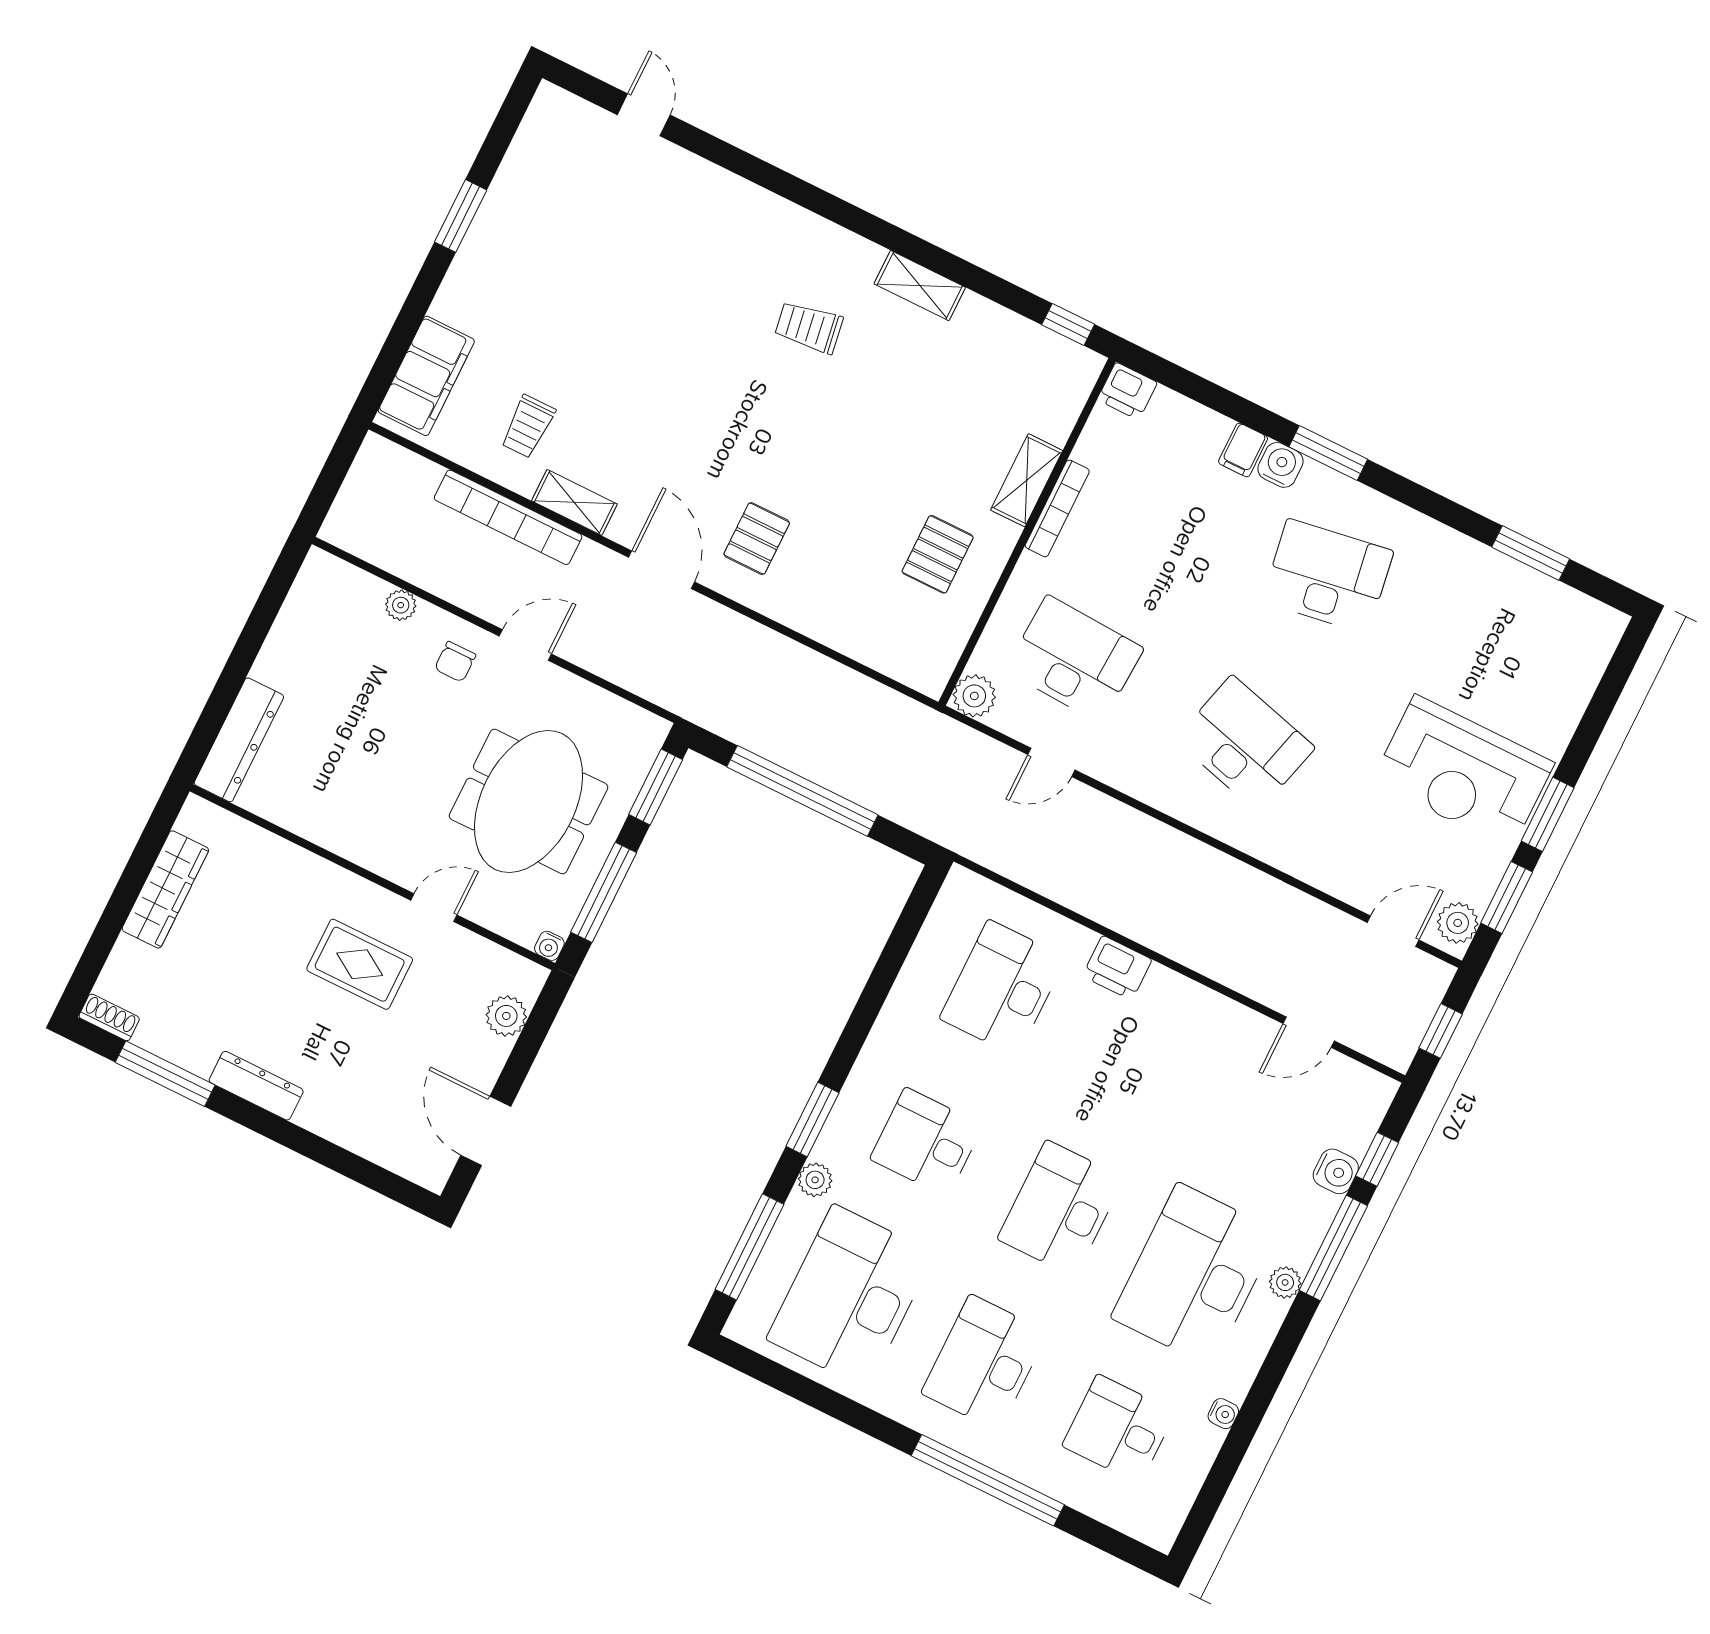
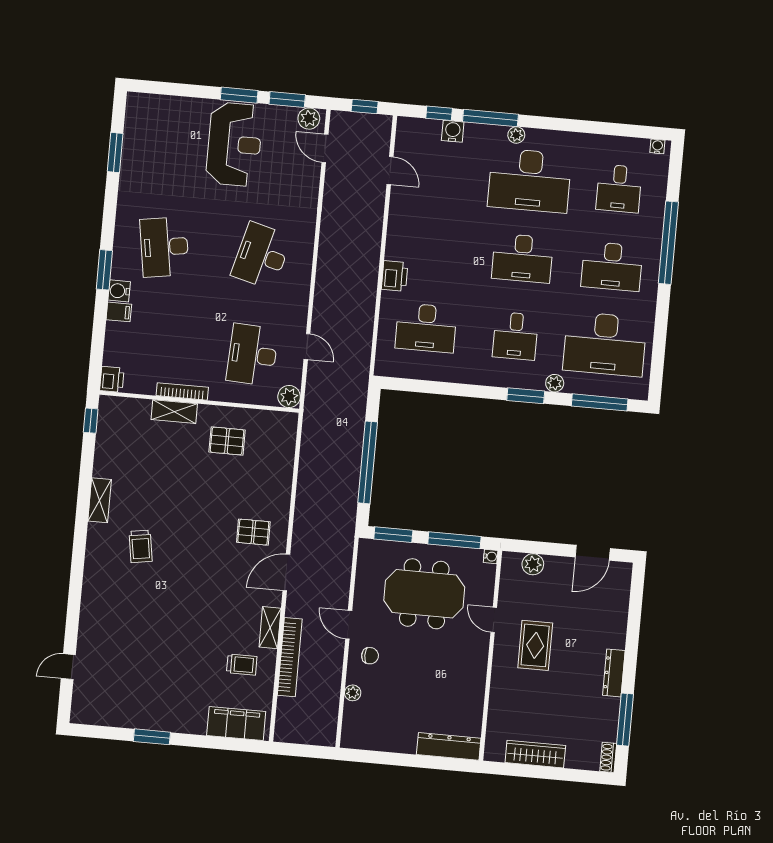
water cooler: (1223, 1414) -> (657, 146), moved

